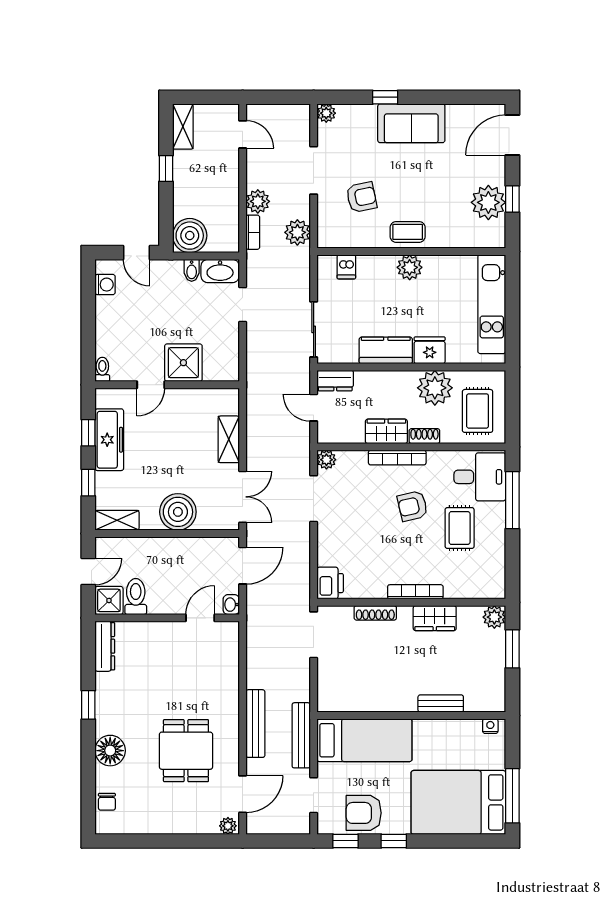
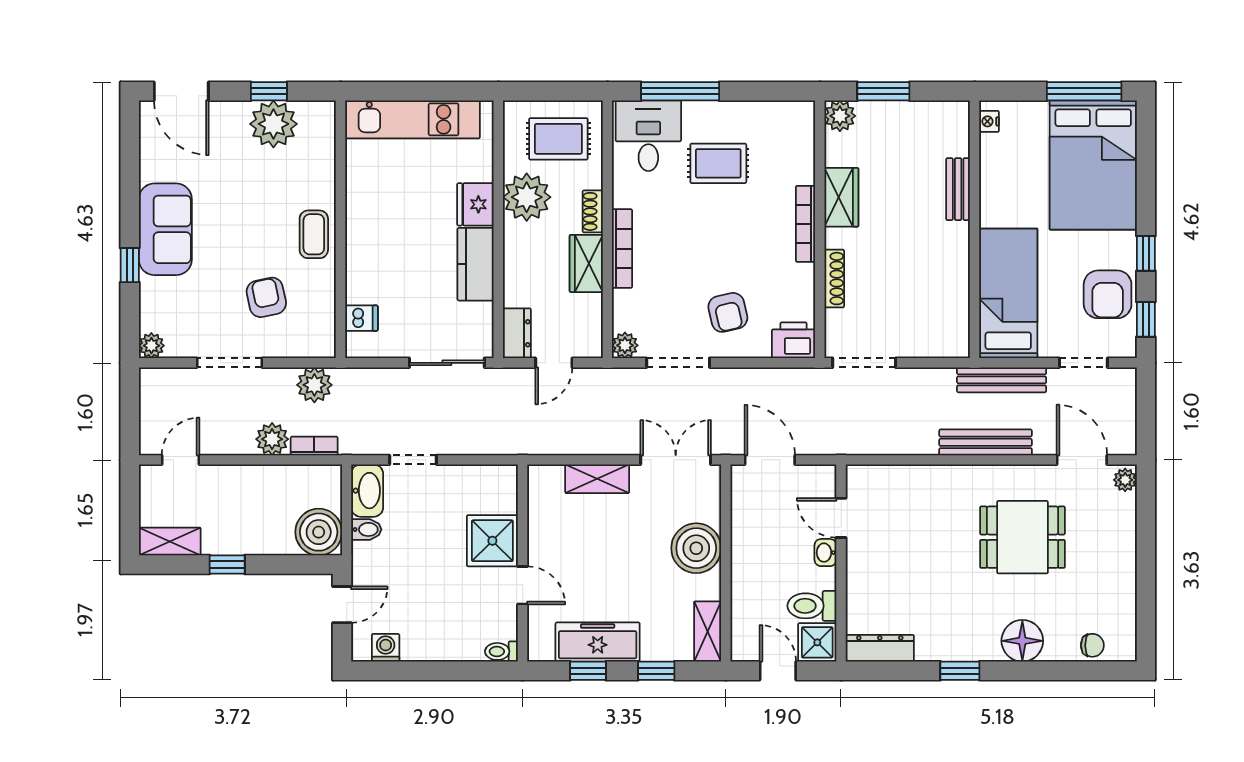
plant: (410, 267) -> (362, 232), removed
armchair: (413, 506) -> (728, 312), moved
washbasin: (231, 605) -> (825, 553), moved, turned 90

